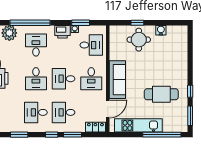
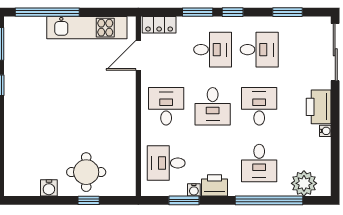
desk: (64, 79) -> (213, 106), turned 90
sofa: (117, 80) -> (122, 105), removed
cafe table: (161, 94) -> (48, 80), removed

